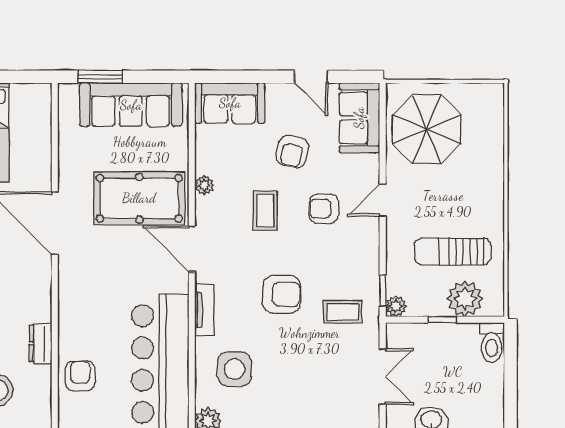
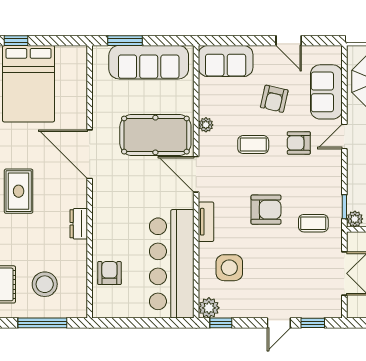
sofa: (359, 118) -> (326, 92), moved
coffee table: (265, 211) -> (253, 145), turned 90
dresser: (41, 343) -> (79, 224), moved

